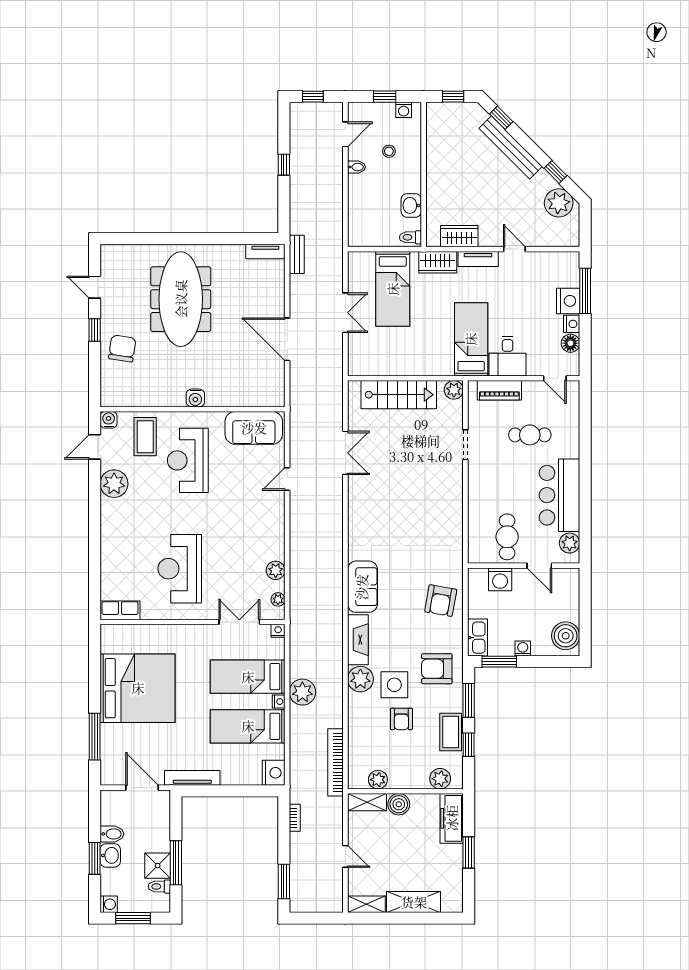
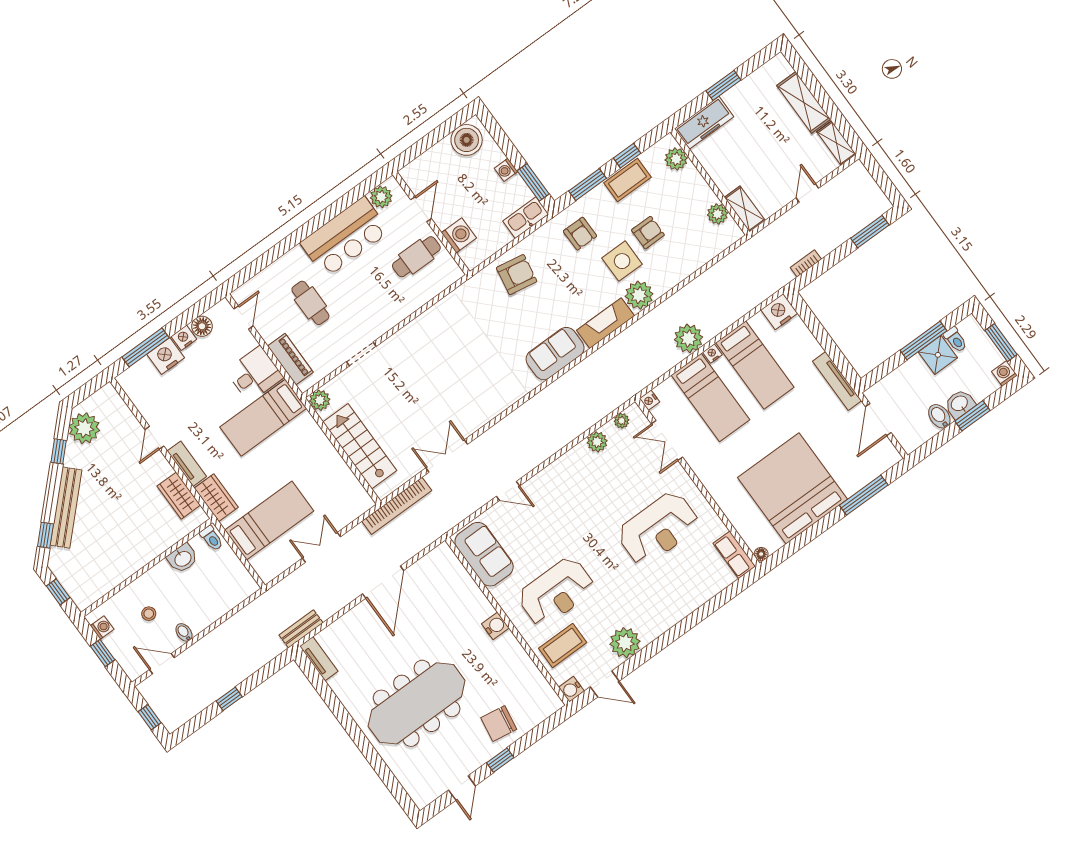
floor lamp: (106, 630) -> (761, 554), added
armchair: (437, 669) -> (580, 234), width x0.72, depth x0.72
bookcase: (336, 762) -> (397, 506), moved
boiler: (399, 804) -> (726, 179), removed

